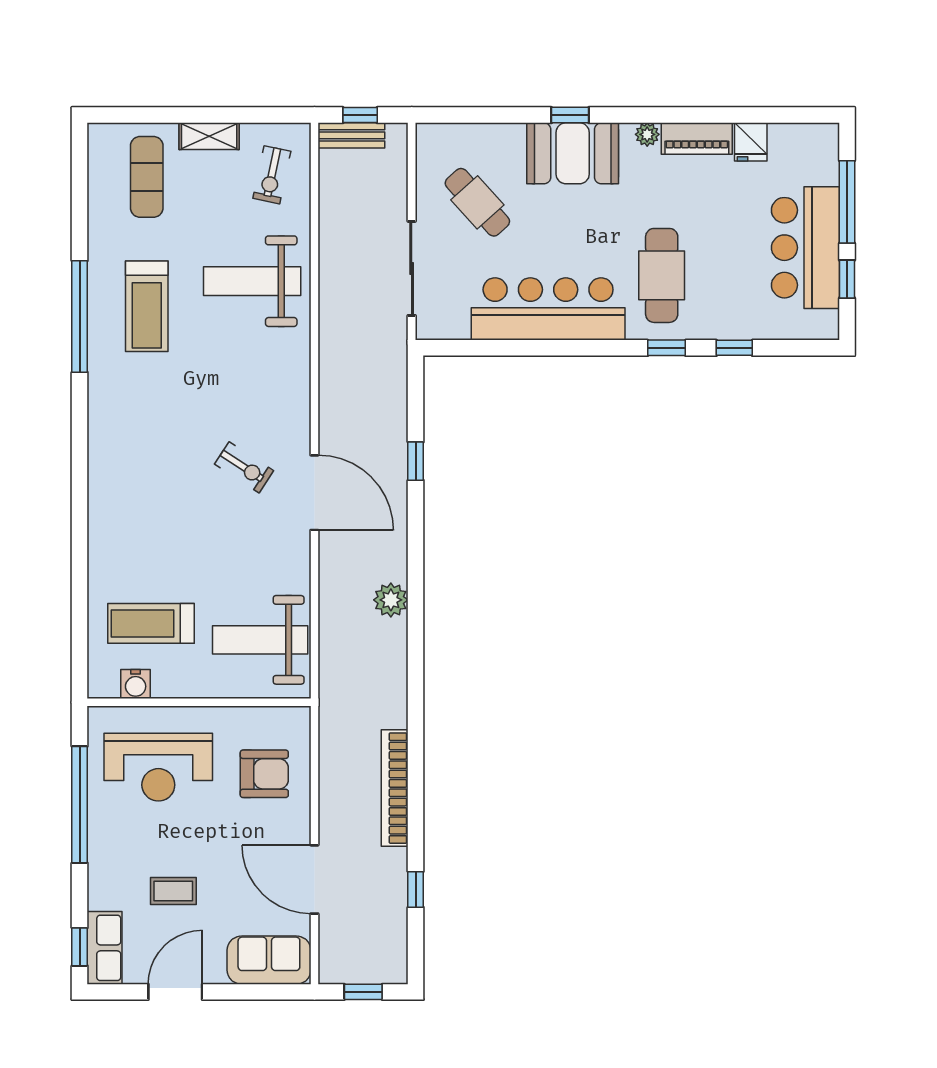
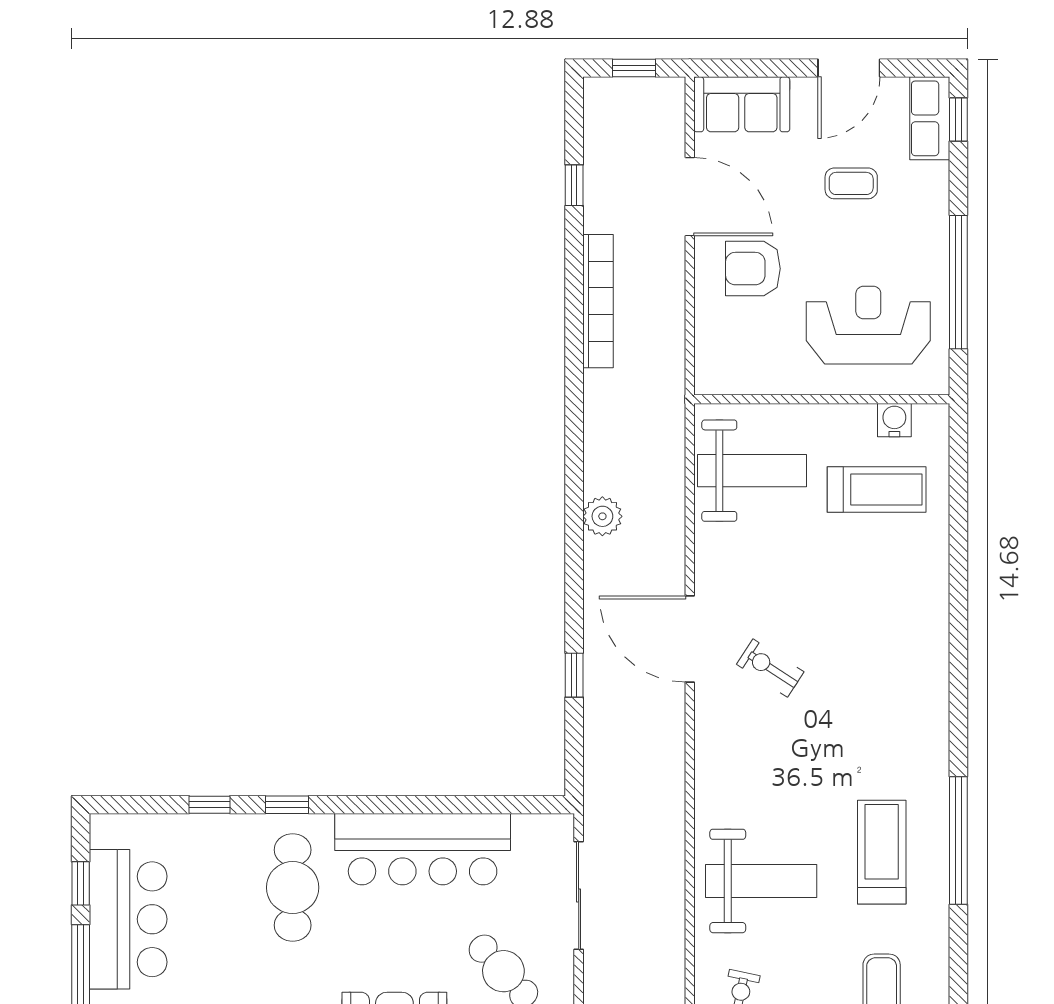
armchair: (264, 774) -> (753, 269), moved

